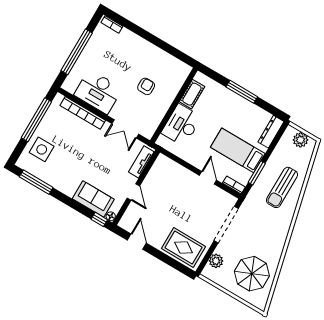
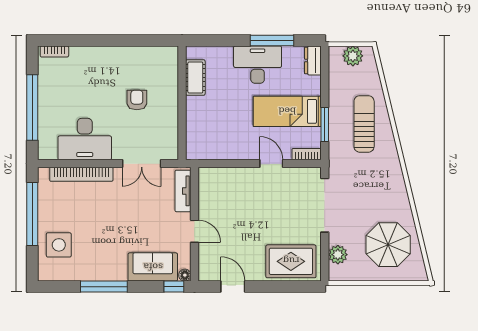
window: (242, 92) -> (272, 41), moved
desk: (181, 125) -> (258, 65), moved, turned 90
dresser: (271, 132) -> (313, 60), width x0.70
window: (36, 182) -> (104, 287), moved
sun lounger: (282, 187) -> (364, 124), turned 180

